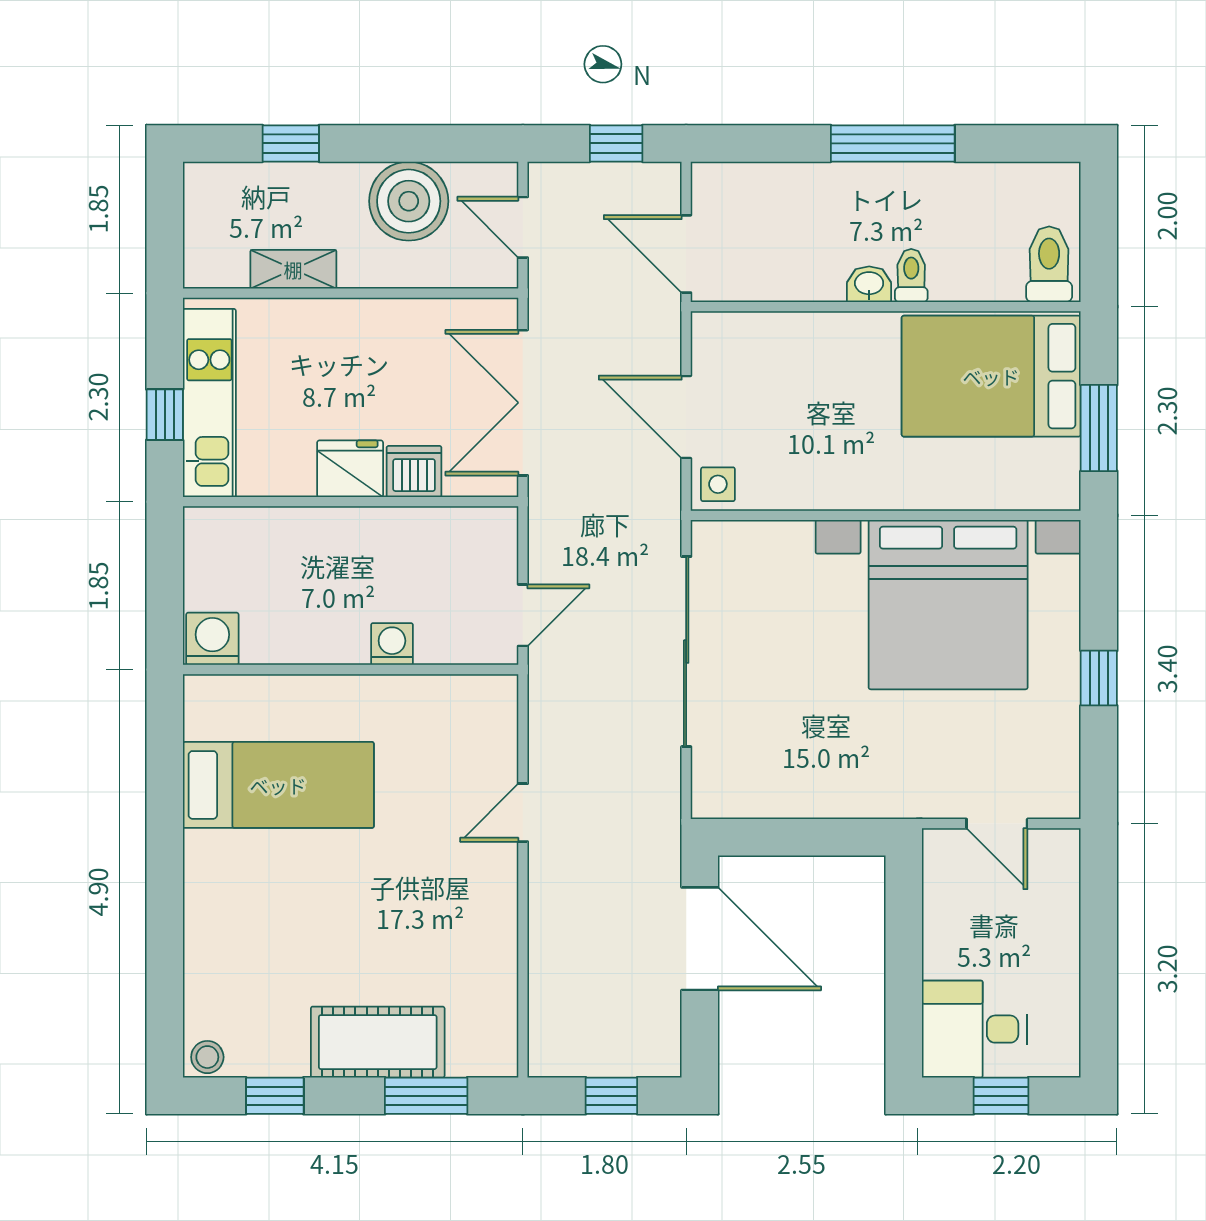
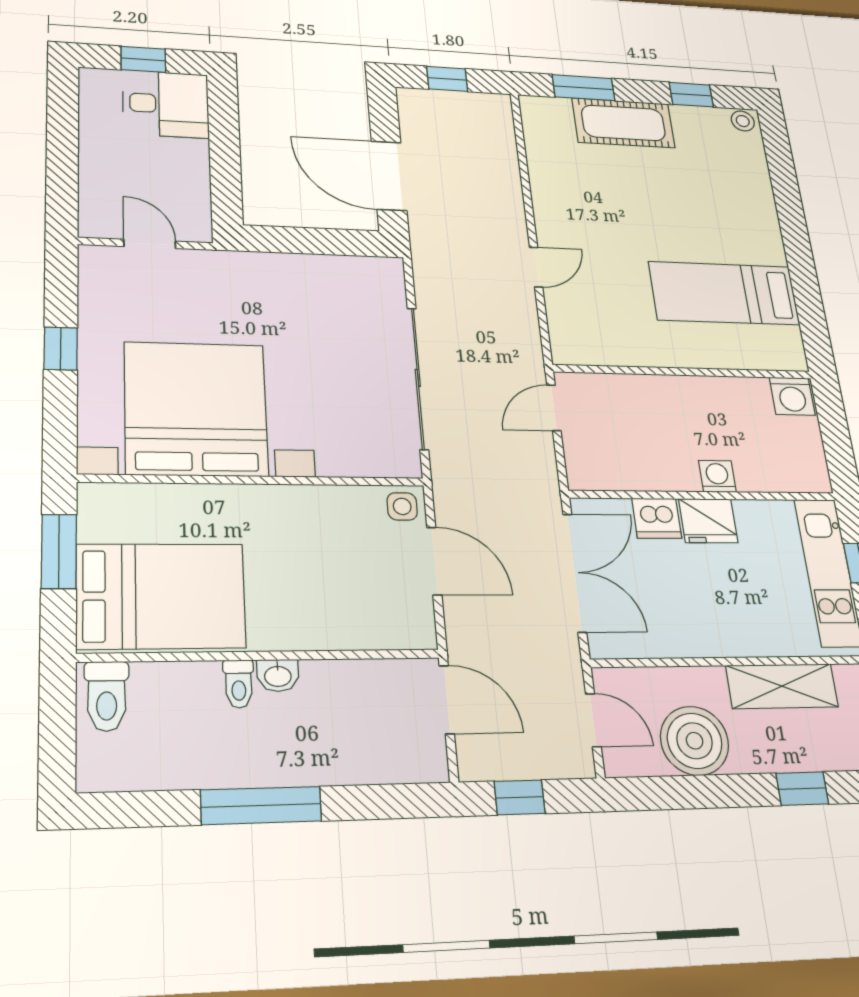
shelving: (293, 269) -> (782, 686), width x1.50, depth x1.33
washing machine: (392, 644) -> (717, 476), moved, turned 180

